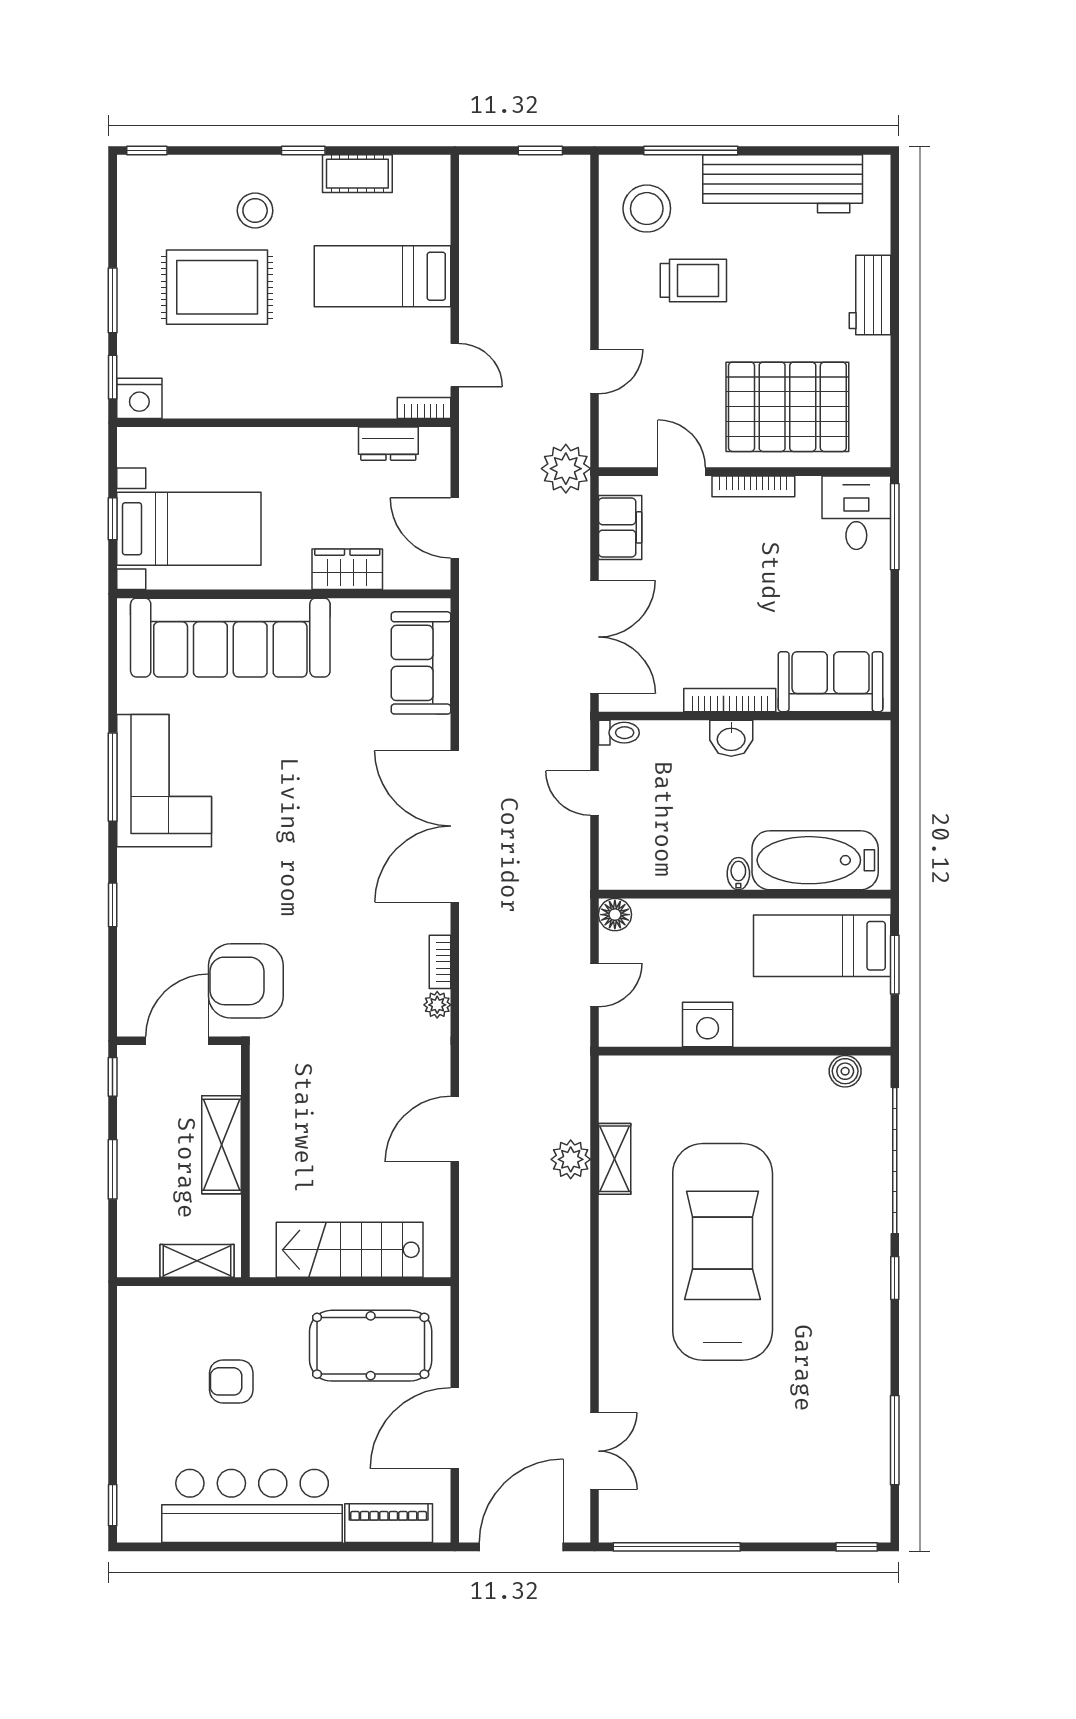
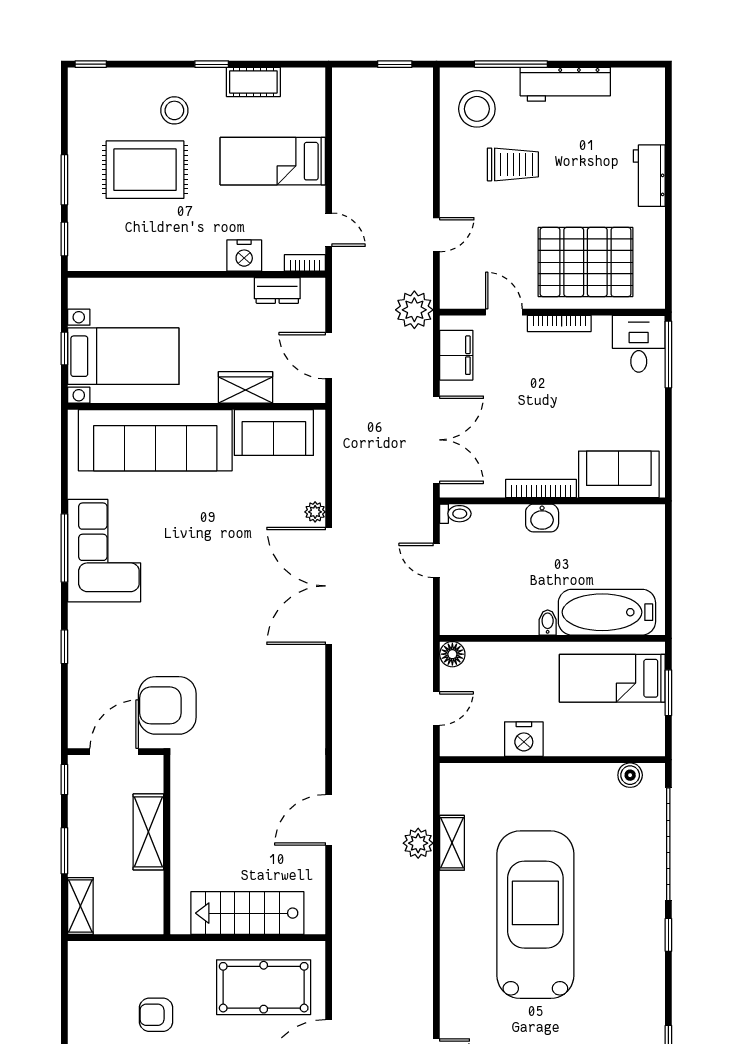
workbench: (783, 184) -> (565, 84), width x0.73, depth x0.76
nightstand: (139, 398) -> (244, 256), moved
sofa: (421, 663) -> (274, 433), moved, turned -90
bookcase: (440, 962) -> (317, 691), removed
plant: (437, 1005) -> (315, 512), moved
shelving: (197, 1261) -> (80, 906), moved, turned 90

